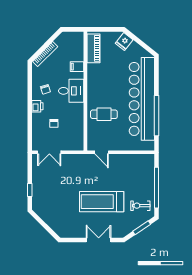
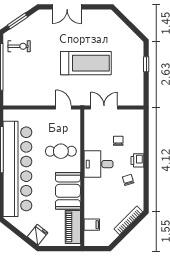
filing cabinet: (77, 67) -> (92, 225), moved
booth: (98, 80) -> (68, 191), added
desk: (71, 91) -> (98, 164), moved
double door: (49, 152) -> (104, 107), moved
treadmill: (102, 202) -> (86, 63), moved

